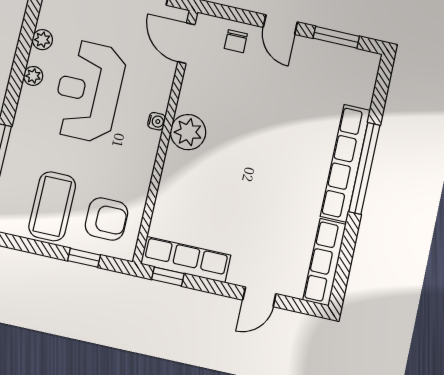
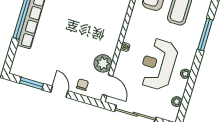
plant: (42, 40) -> (177, 102), moved
reception desk: (89, 91) -> (158, 64), turned 180
plant: (188, 132) -> (103, 63), moved

